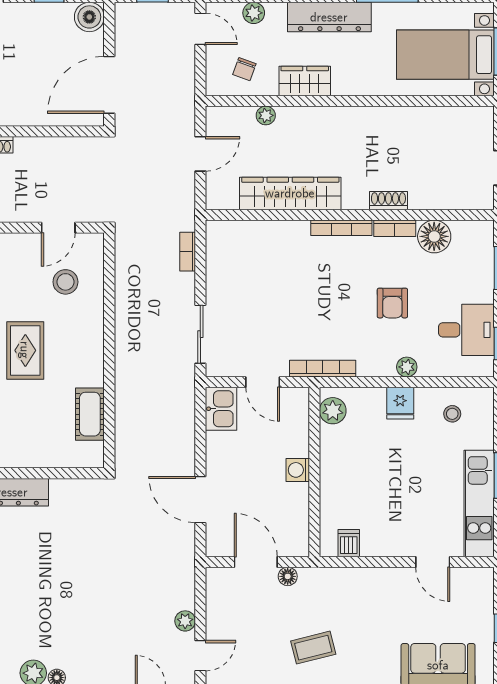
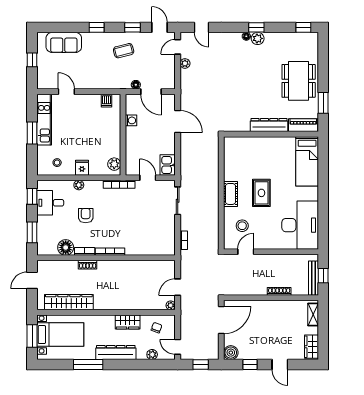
plant: (266, 115) -> (171, 305), moved
wardrobe: (290, 193) -> (69, 302), moved, turned 180
cot: (90, 414) -> (231, 194), moved
washing machine: (298, 470) -> (131, 120), moved

